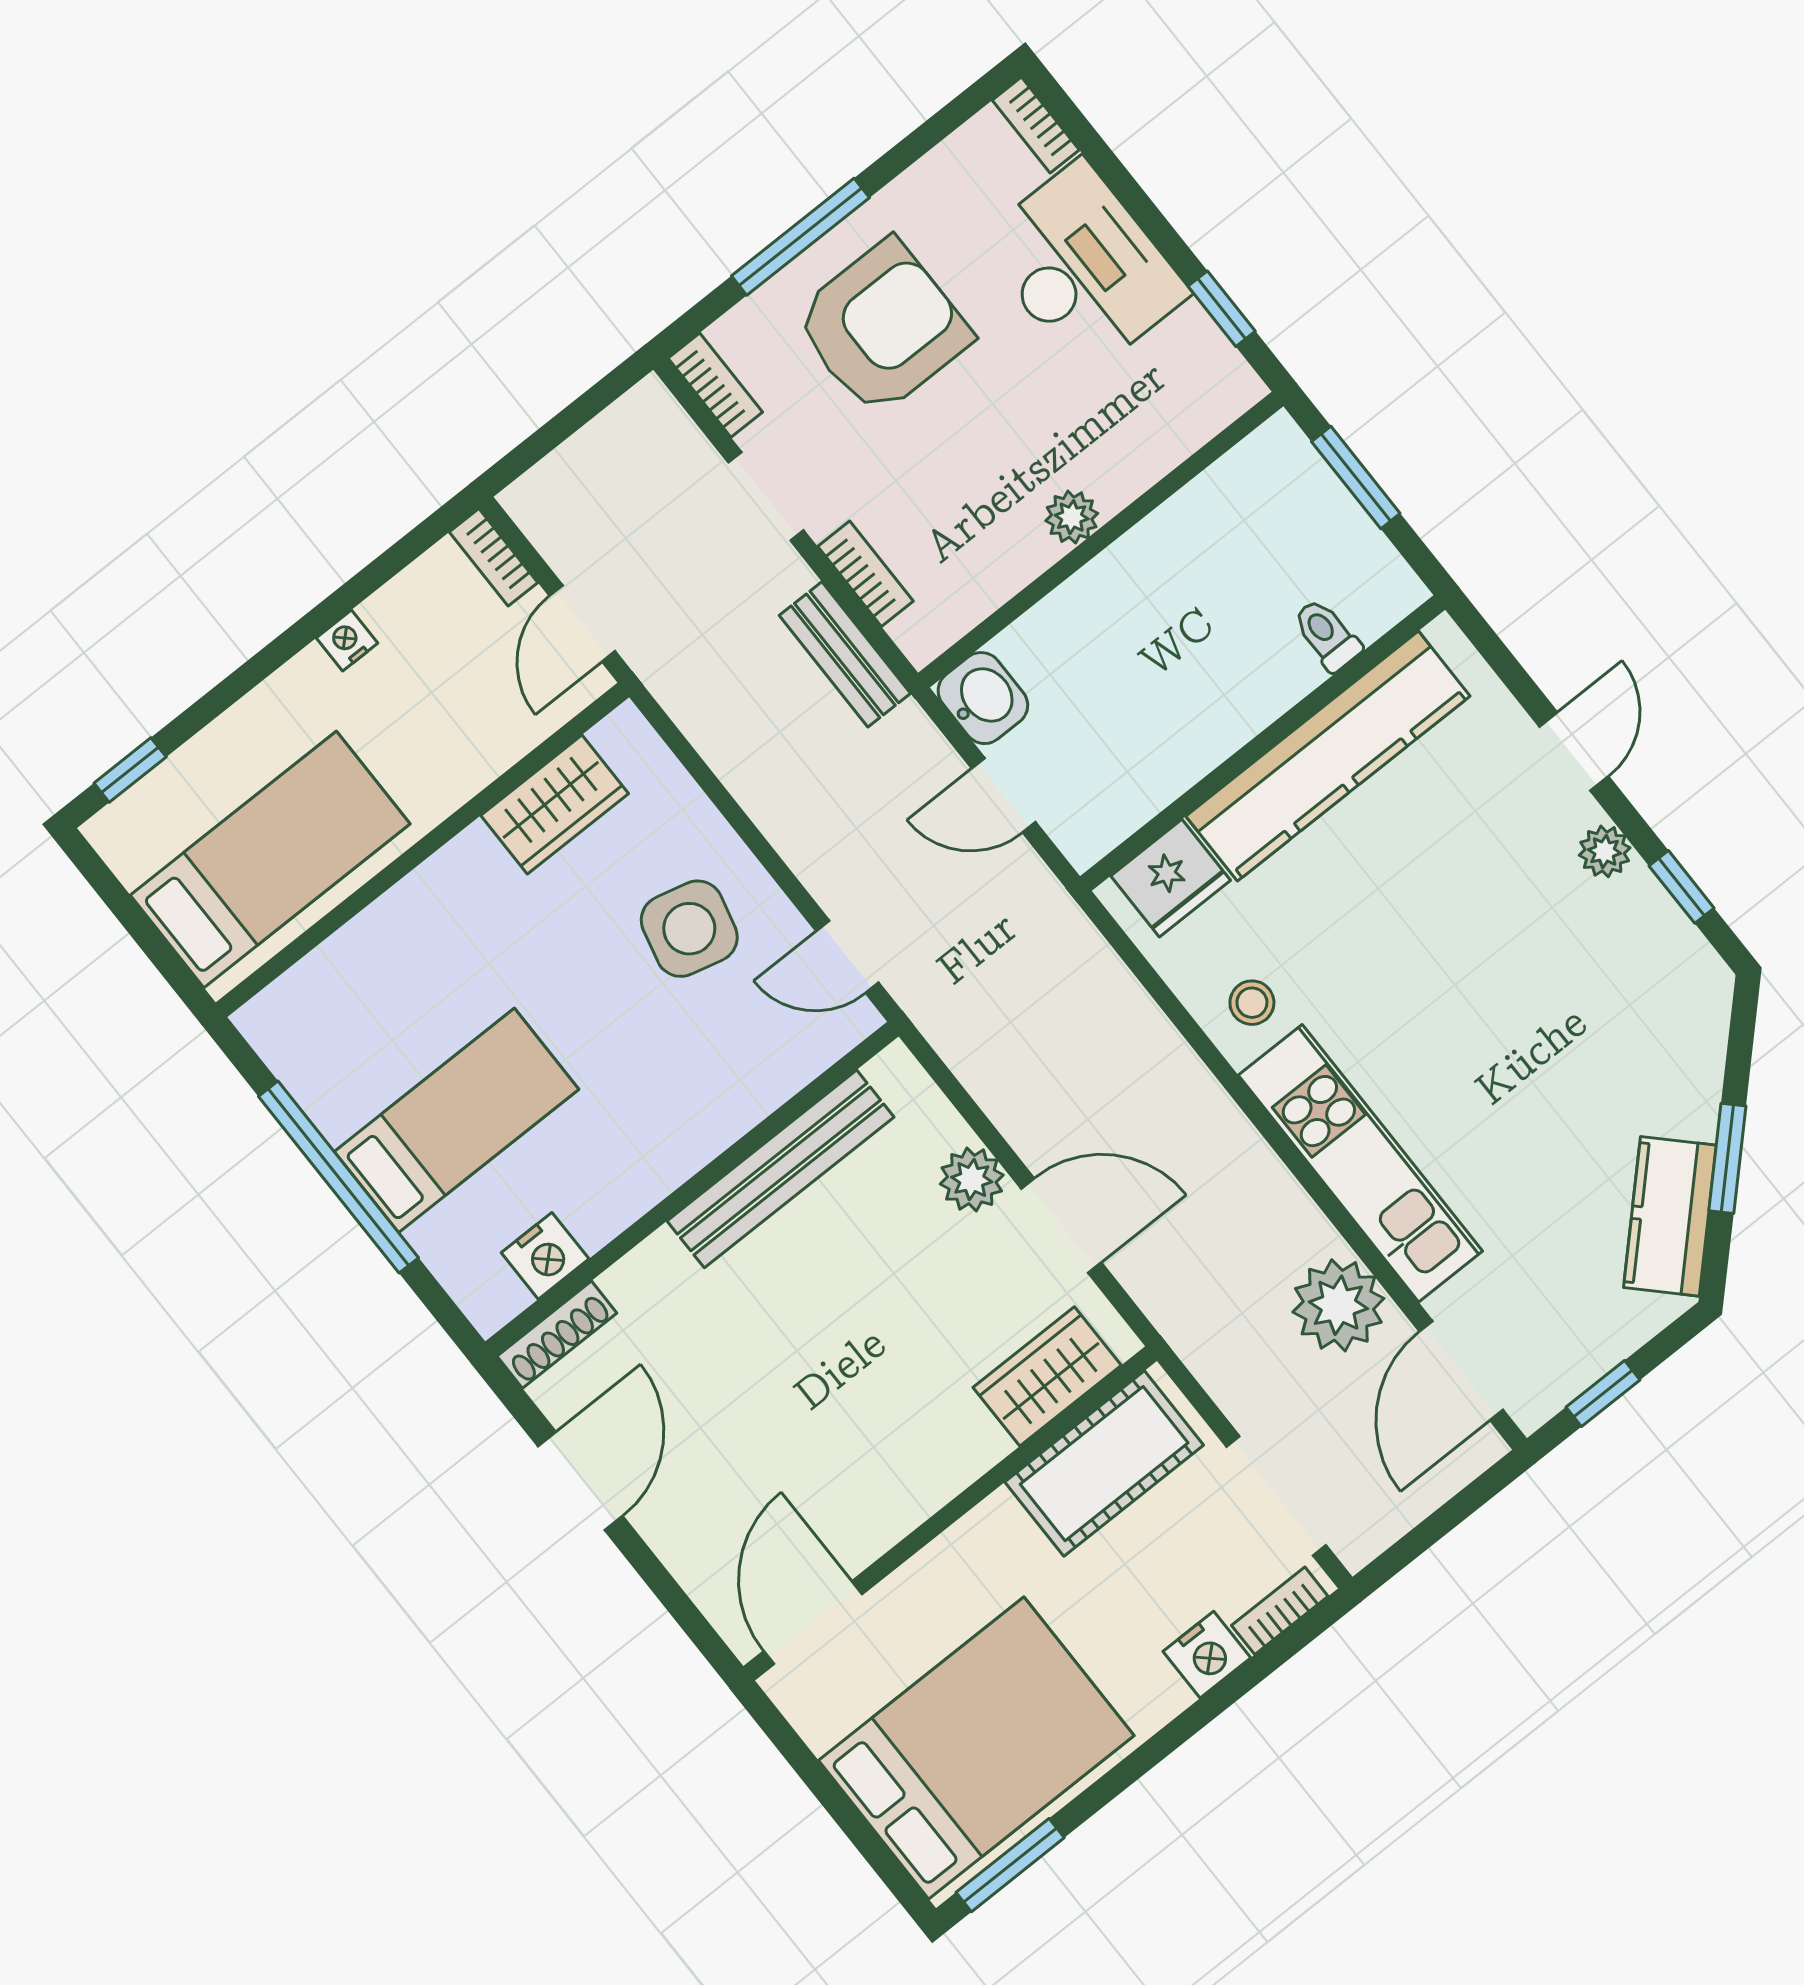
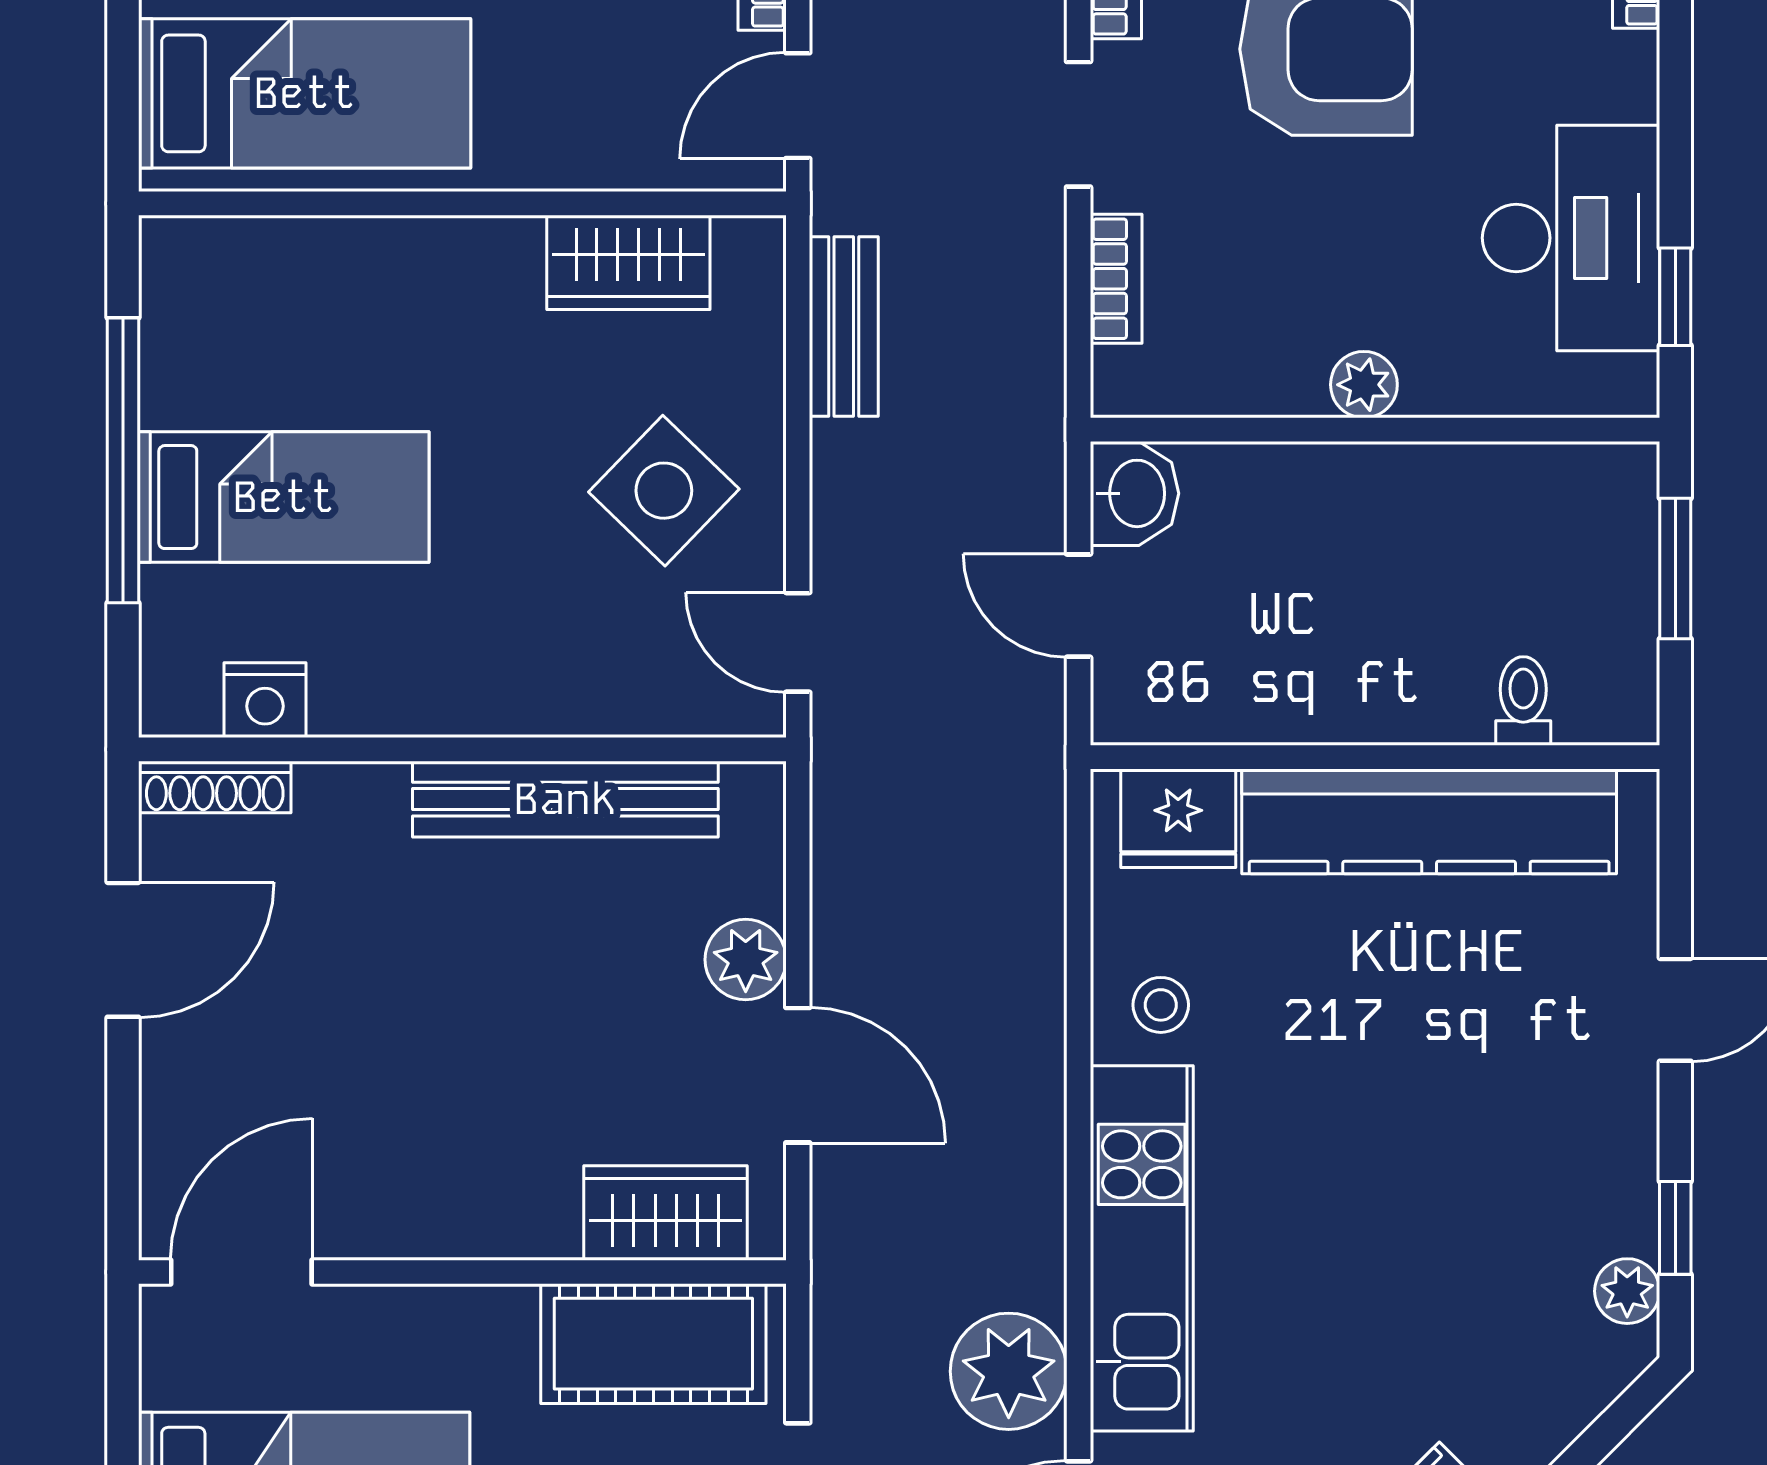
desk: (1083, 267) -> (1571, 238), moved
bench: (845, 654) -> (844, 327), moved
plant: (1605, 851) -> (1627, 1291), moved
side table: (689, 929) -> (664, 491), turned 30

